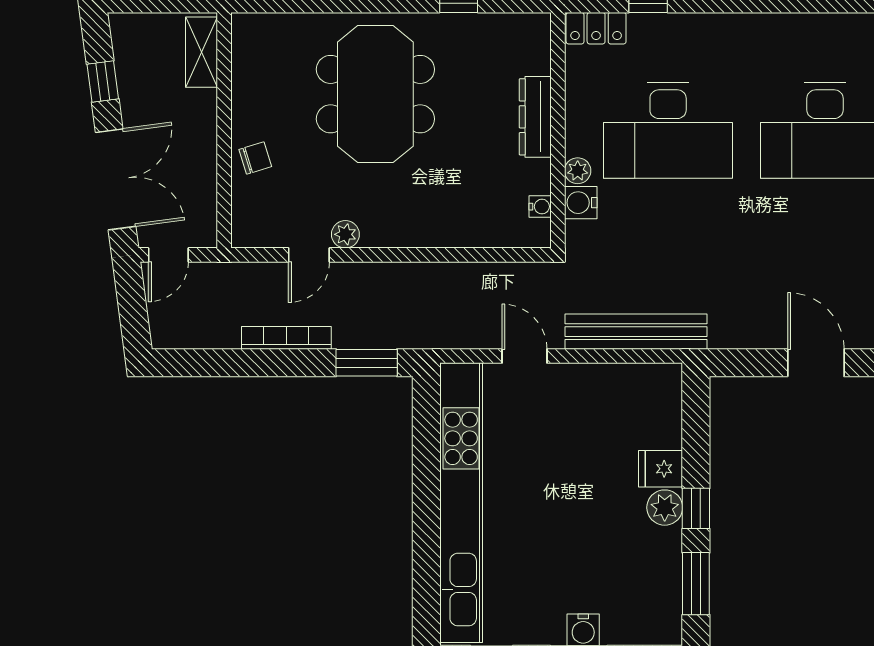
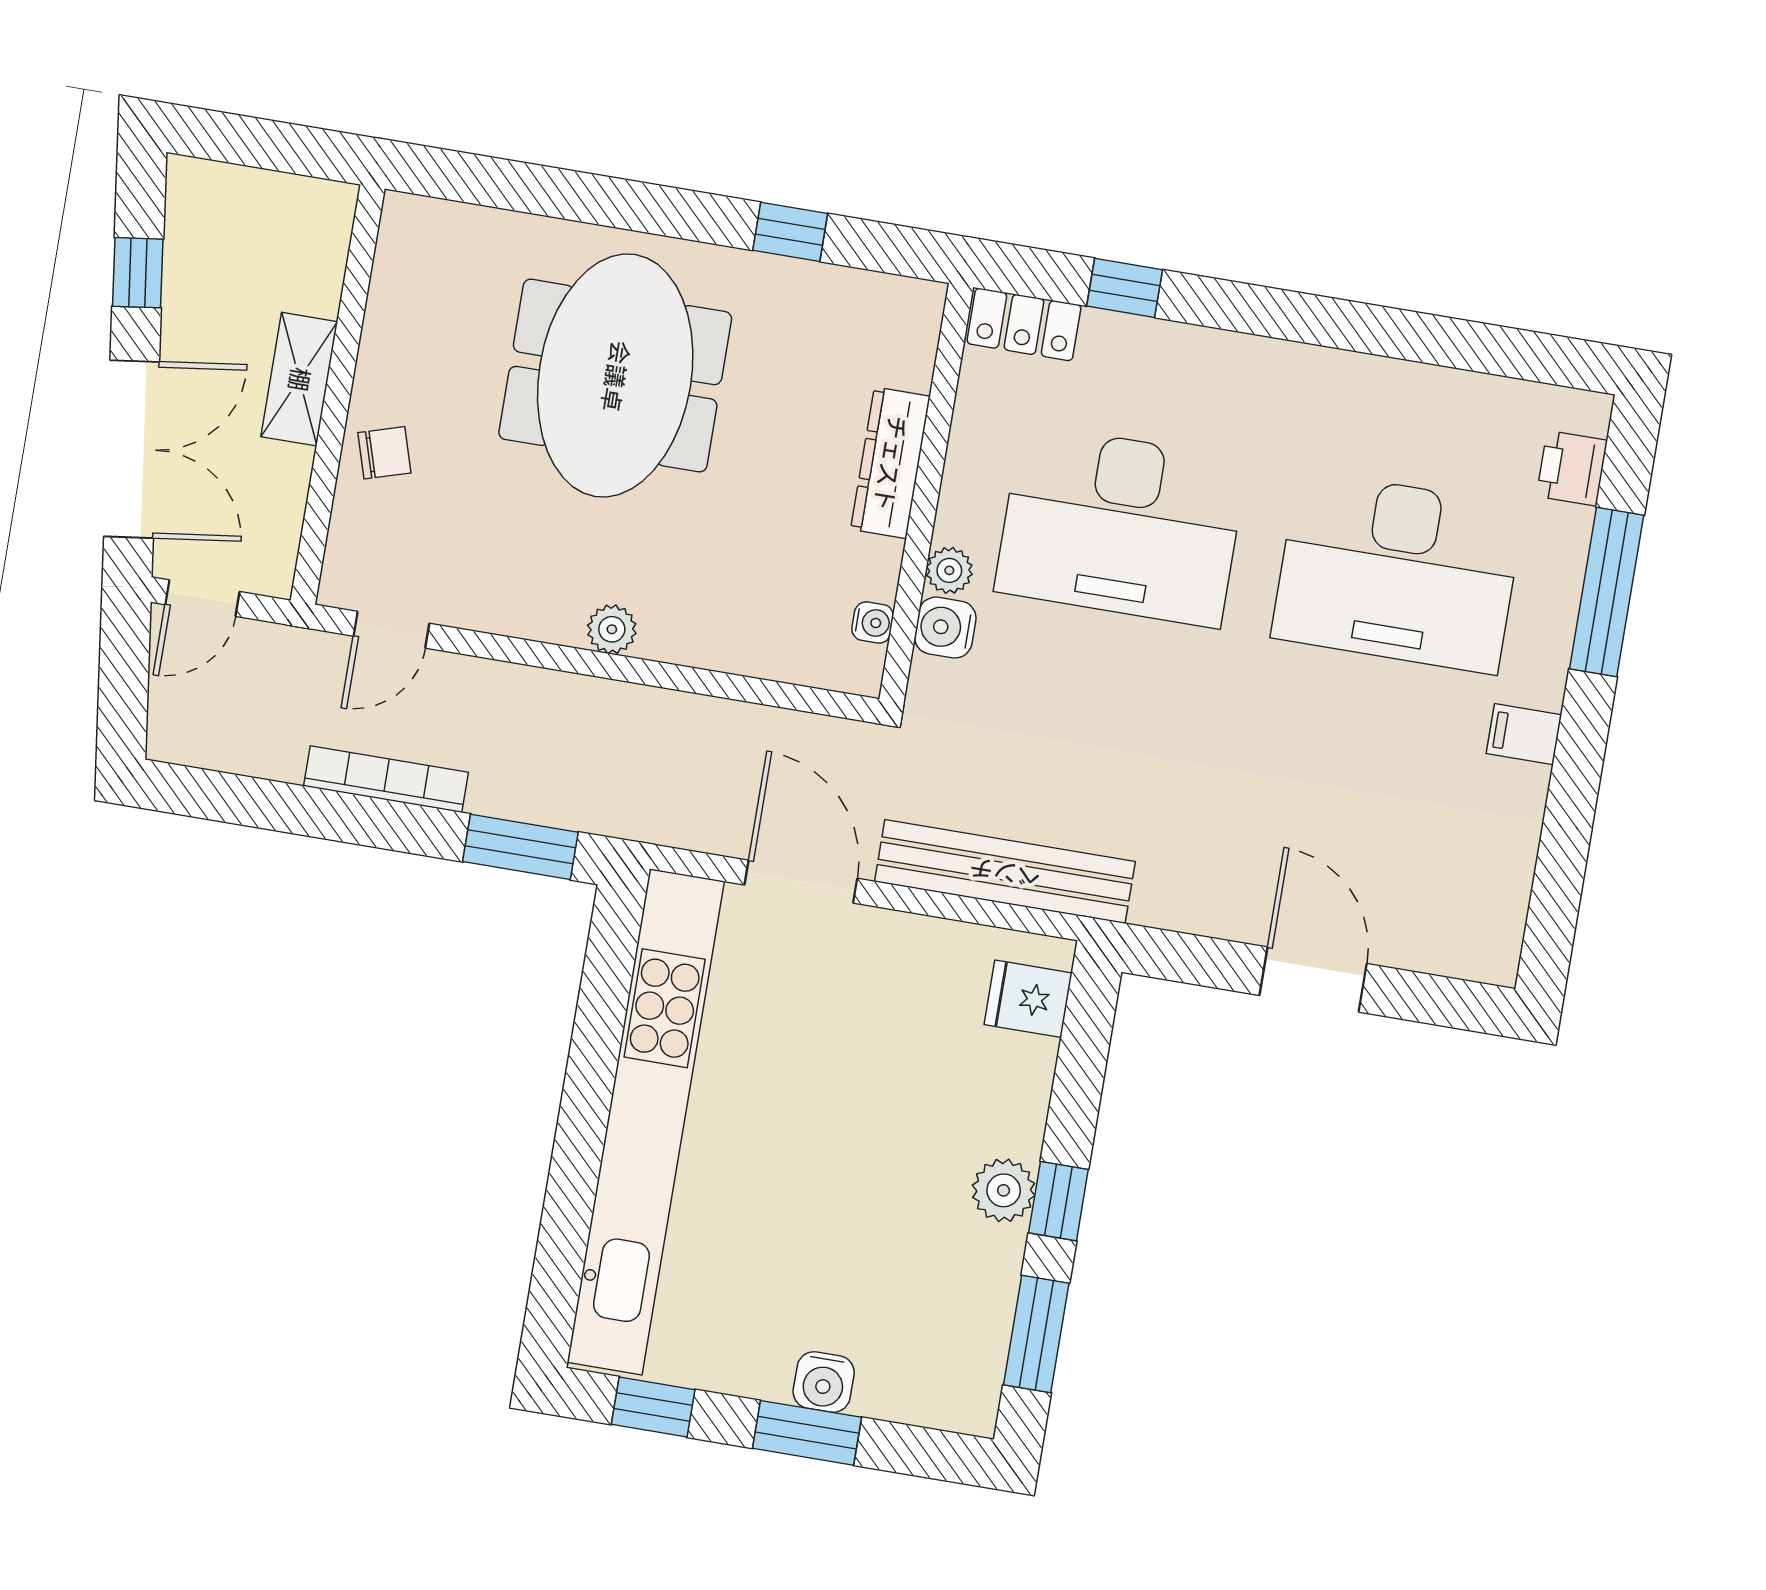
shelving: (202, 52) -> (299, 379), moved
plant: (345, 234) -> (612, 629), moved
door: (309, 255) -> (391, 630), moved
door: (525, 356) -> (801, 882), width x1.38
fridge: (661, 469) -> (1028, 999), moved

